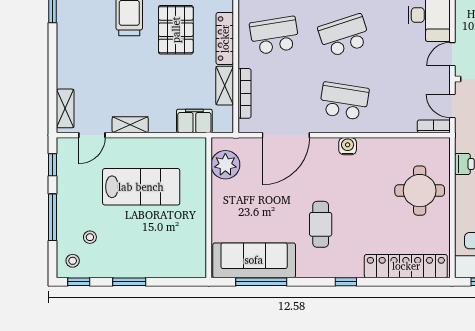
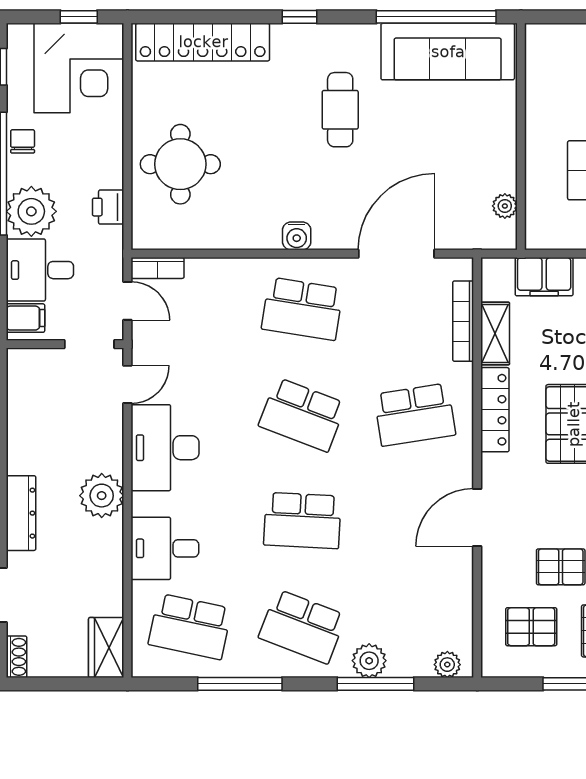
school desk: (344, 35) -> (302, 415), turned 39
plant: (225, 165) -> (505, 206), width x0.53, depth x0.53
window: (261, 282) -> (436, 17), width x1.46

